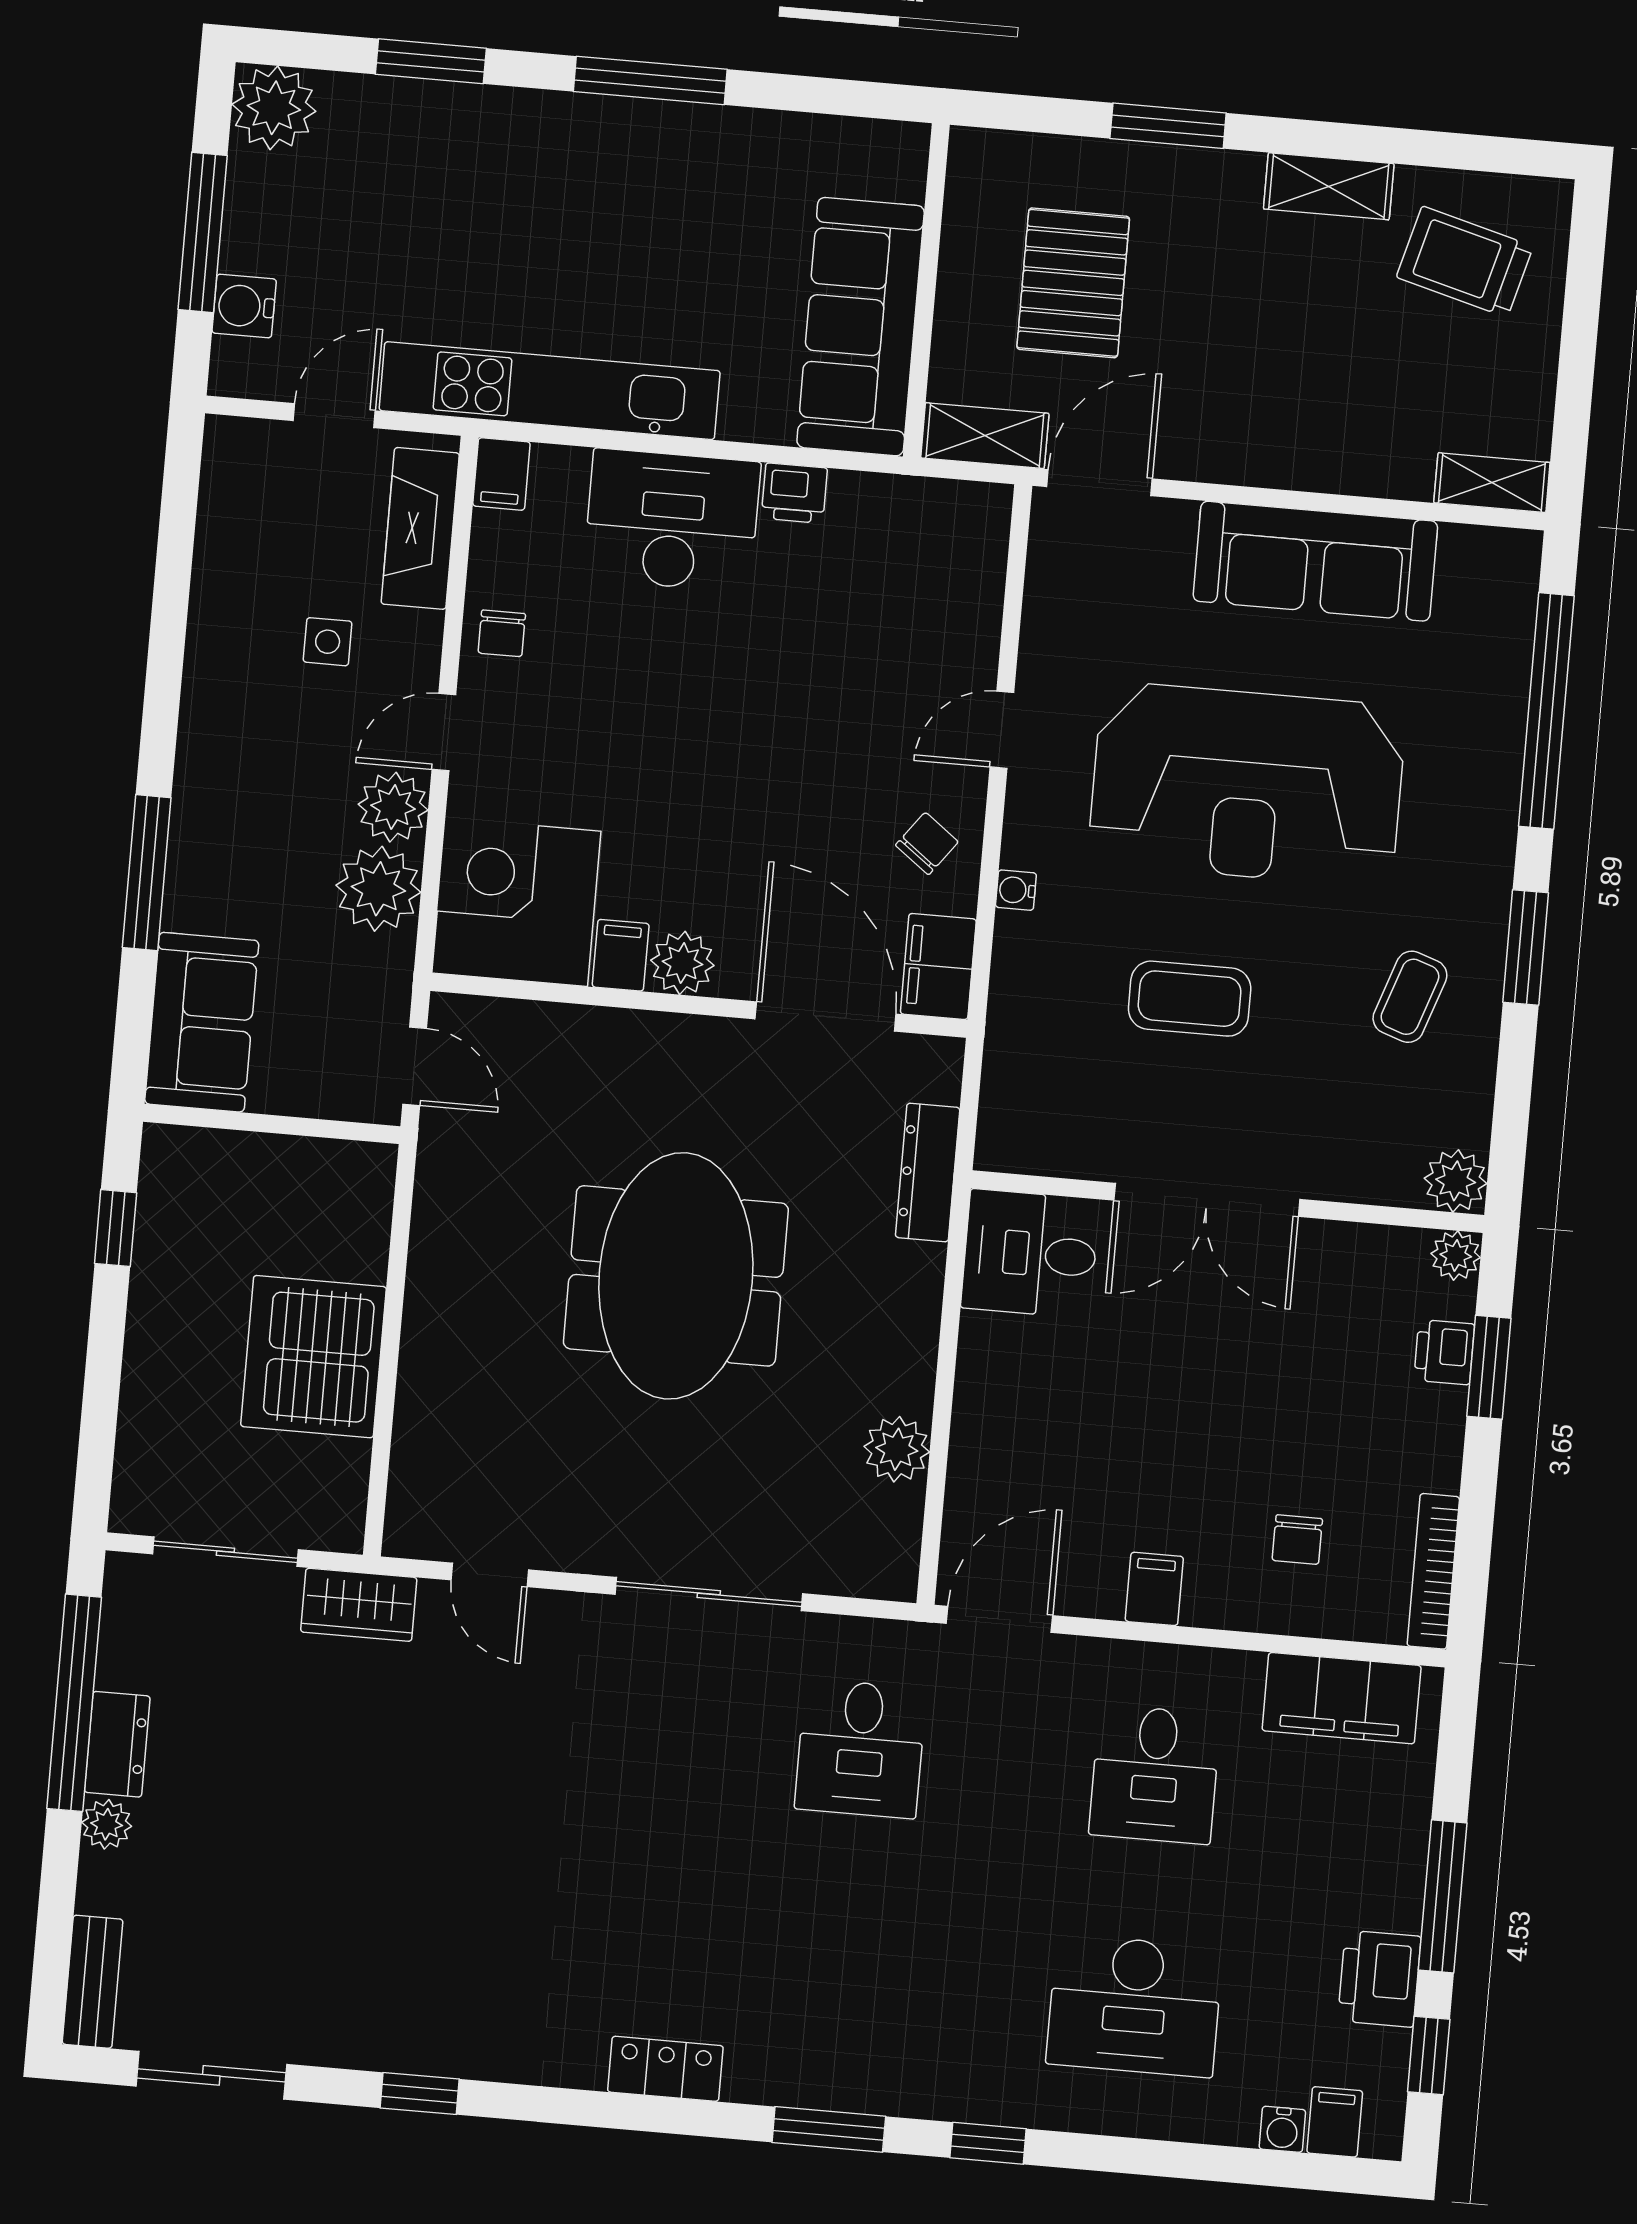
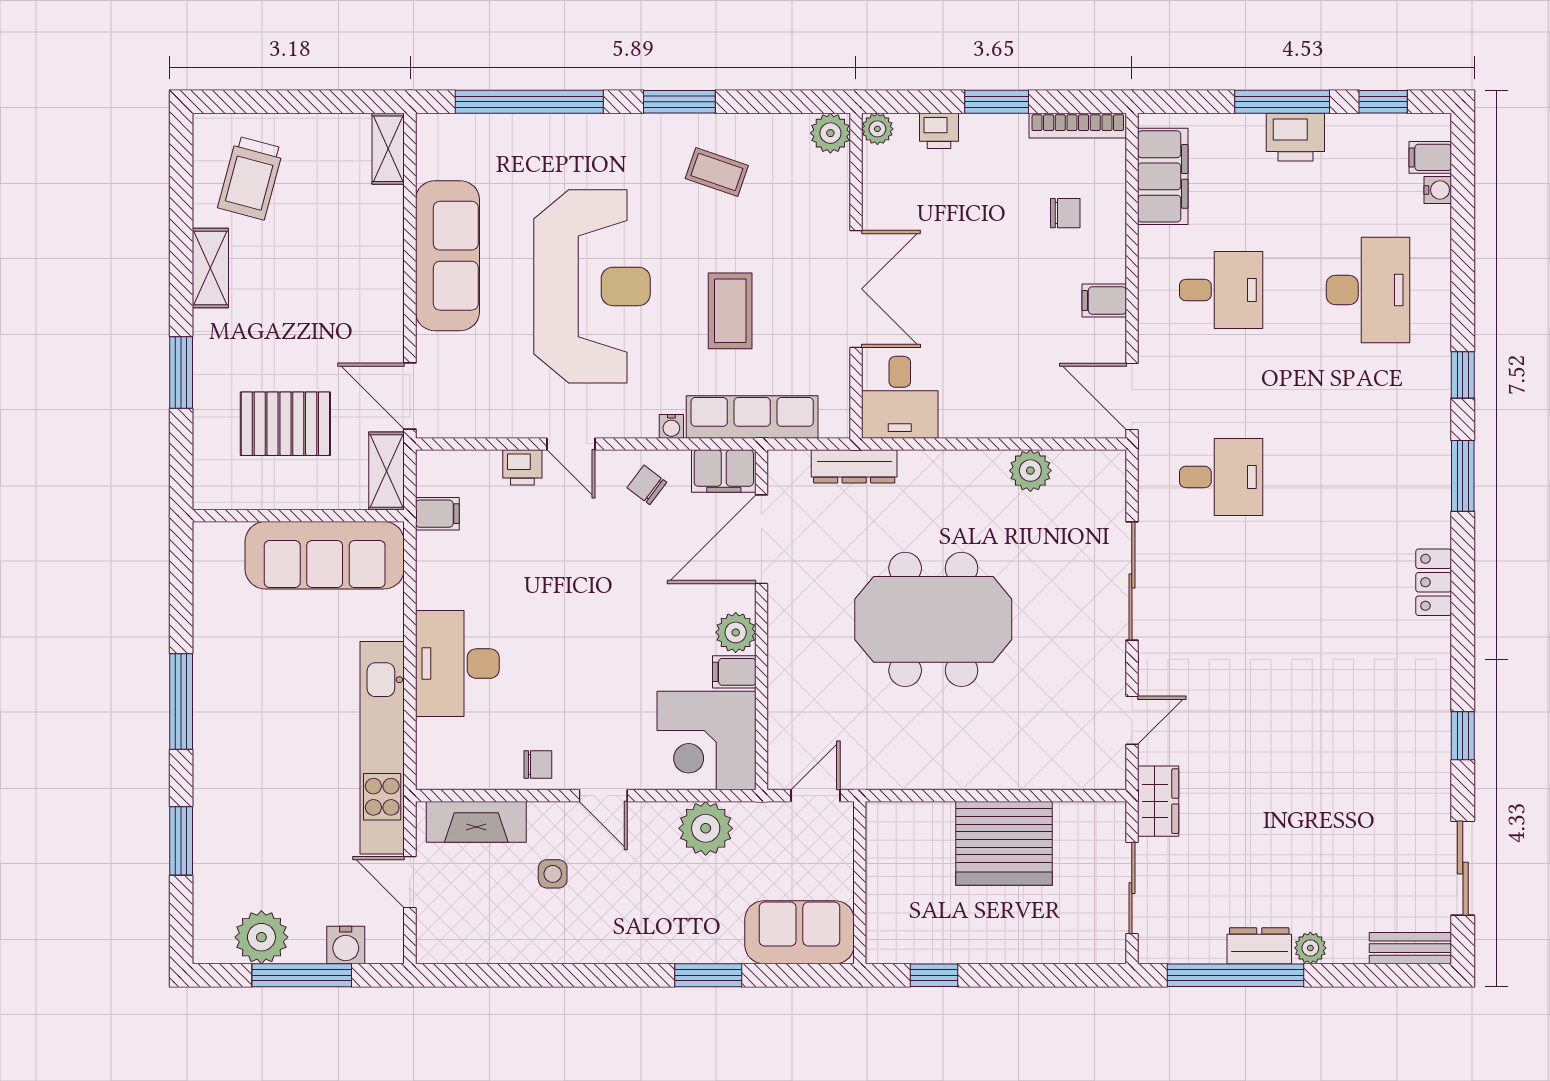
plant: (274, 108) -> (261, 937), moved
filing cabinet: (501, 474) -> (437, 514), moved
printer: (794, 493) -> (522, 467), moved, turned 90
plant: (393, 807) -> (653, 823), removed
window: (147, 873) -> (708, 975), width x0.69
row of seats: (1019, 1019) -> (752, 417), added
window: (1489, 1367) -> (997, 102), moved
printer: (1379, 1979) -> (1295, 137), moved

